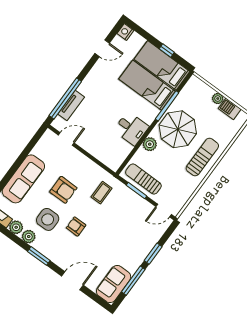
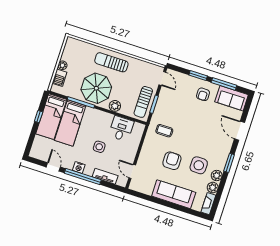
nightstand: (125, 32) -> (79, 167), moved
window: (65, 98) -> (83, 177), moved
barbecue: (230, 109) -> (60, 78), moved
side table: (108, 110) -> (99, 147), added
desk: (131, 129) -> (121, 129), moved
armchair: (76, 226) -> (203, 94), moved

